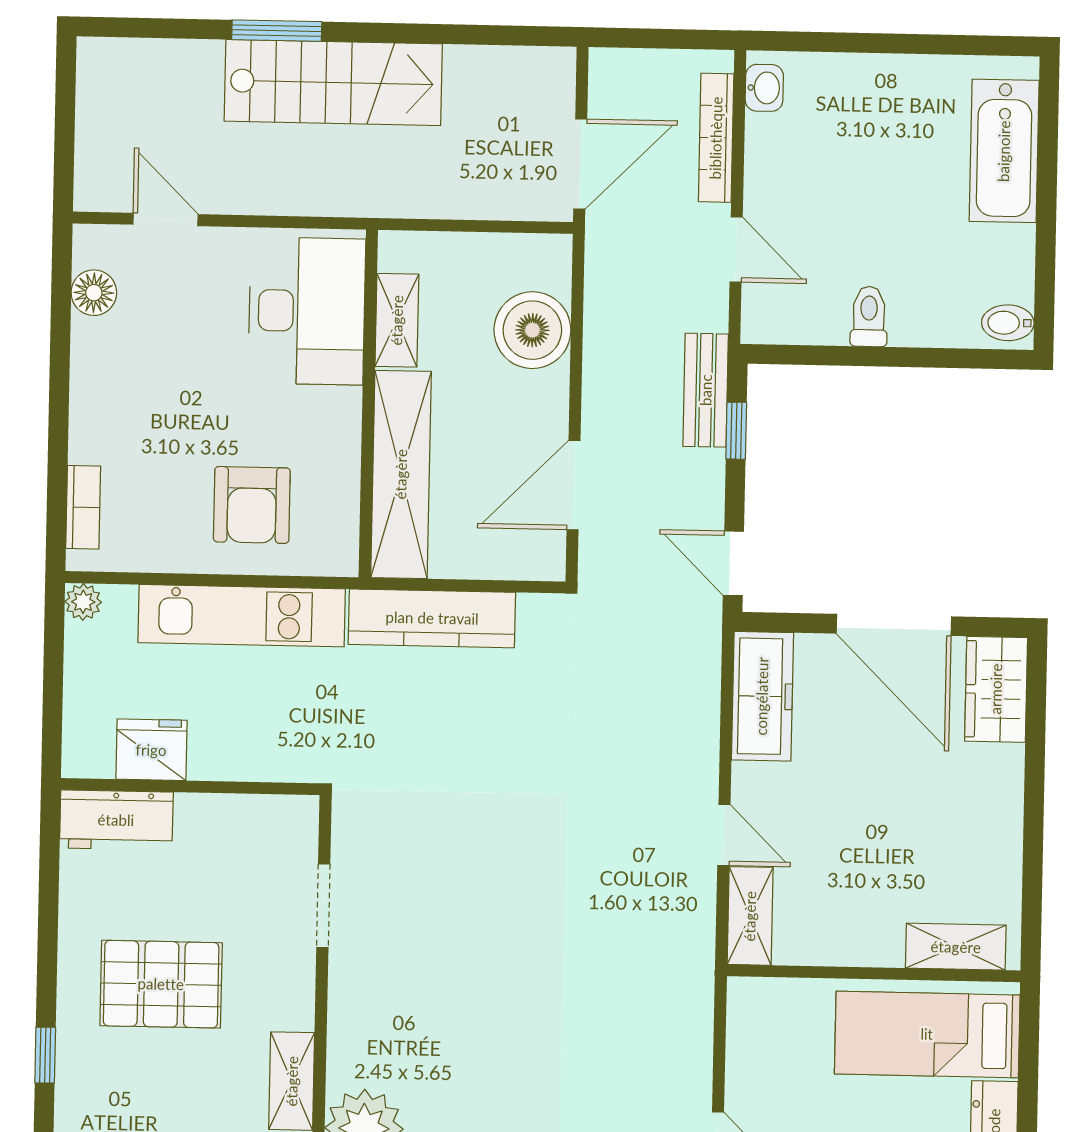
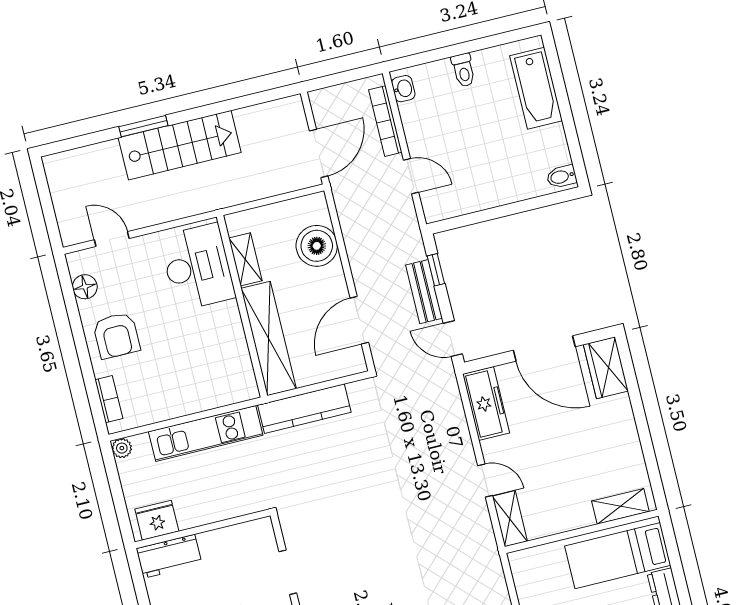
toilet: (869, 316) -> (463, 70), moved, turned 180
bench: (706, 390) -> (424, 292), moved
armchair: (252, 505) -> (116, 336), moved
fridge: (151, 750) -> (157, 520), moved

